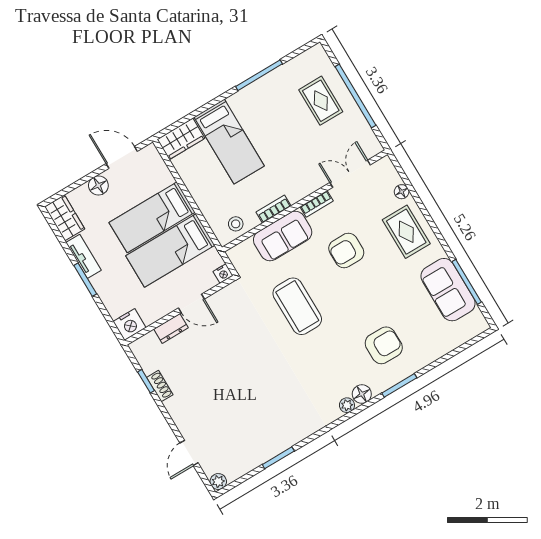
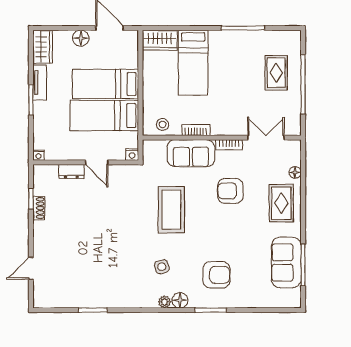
nightstand: (130, 325) -> (38, 155), width x0.53, depth x0.56
side table: (322, 371) -> (162, 267), added
plant: (218, 482) -> (40, 301), removed

